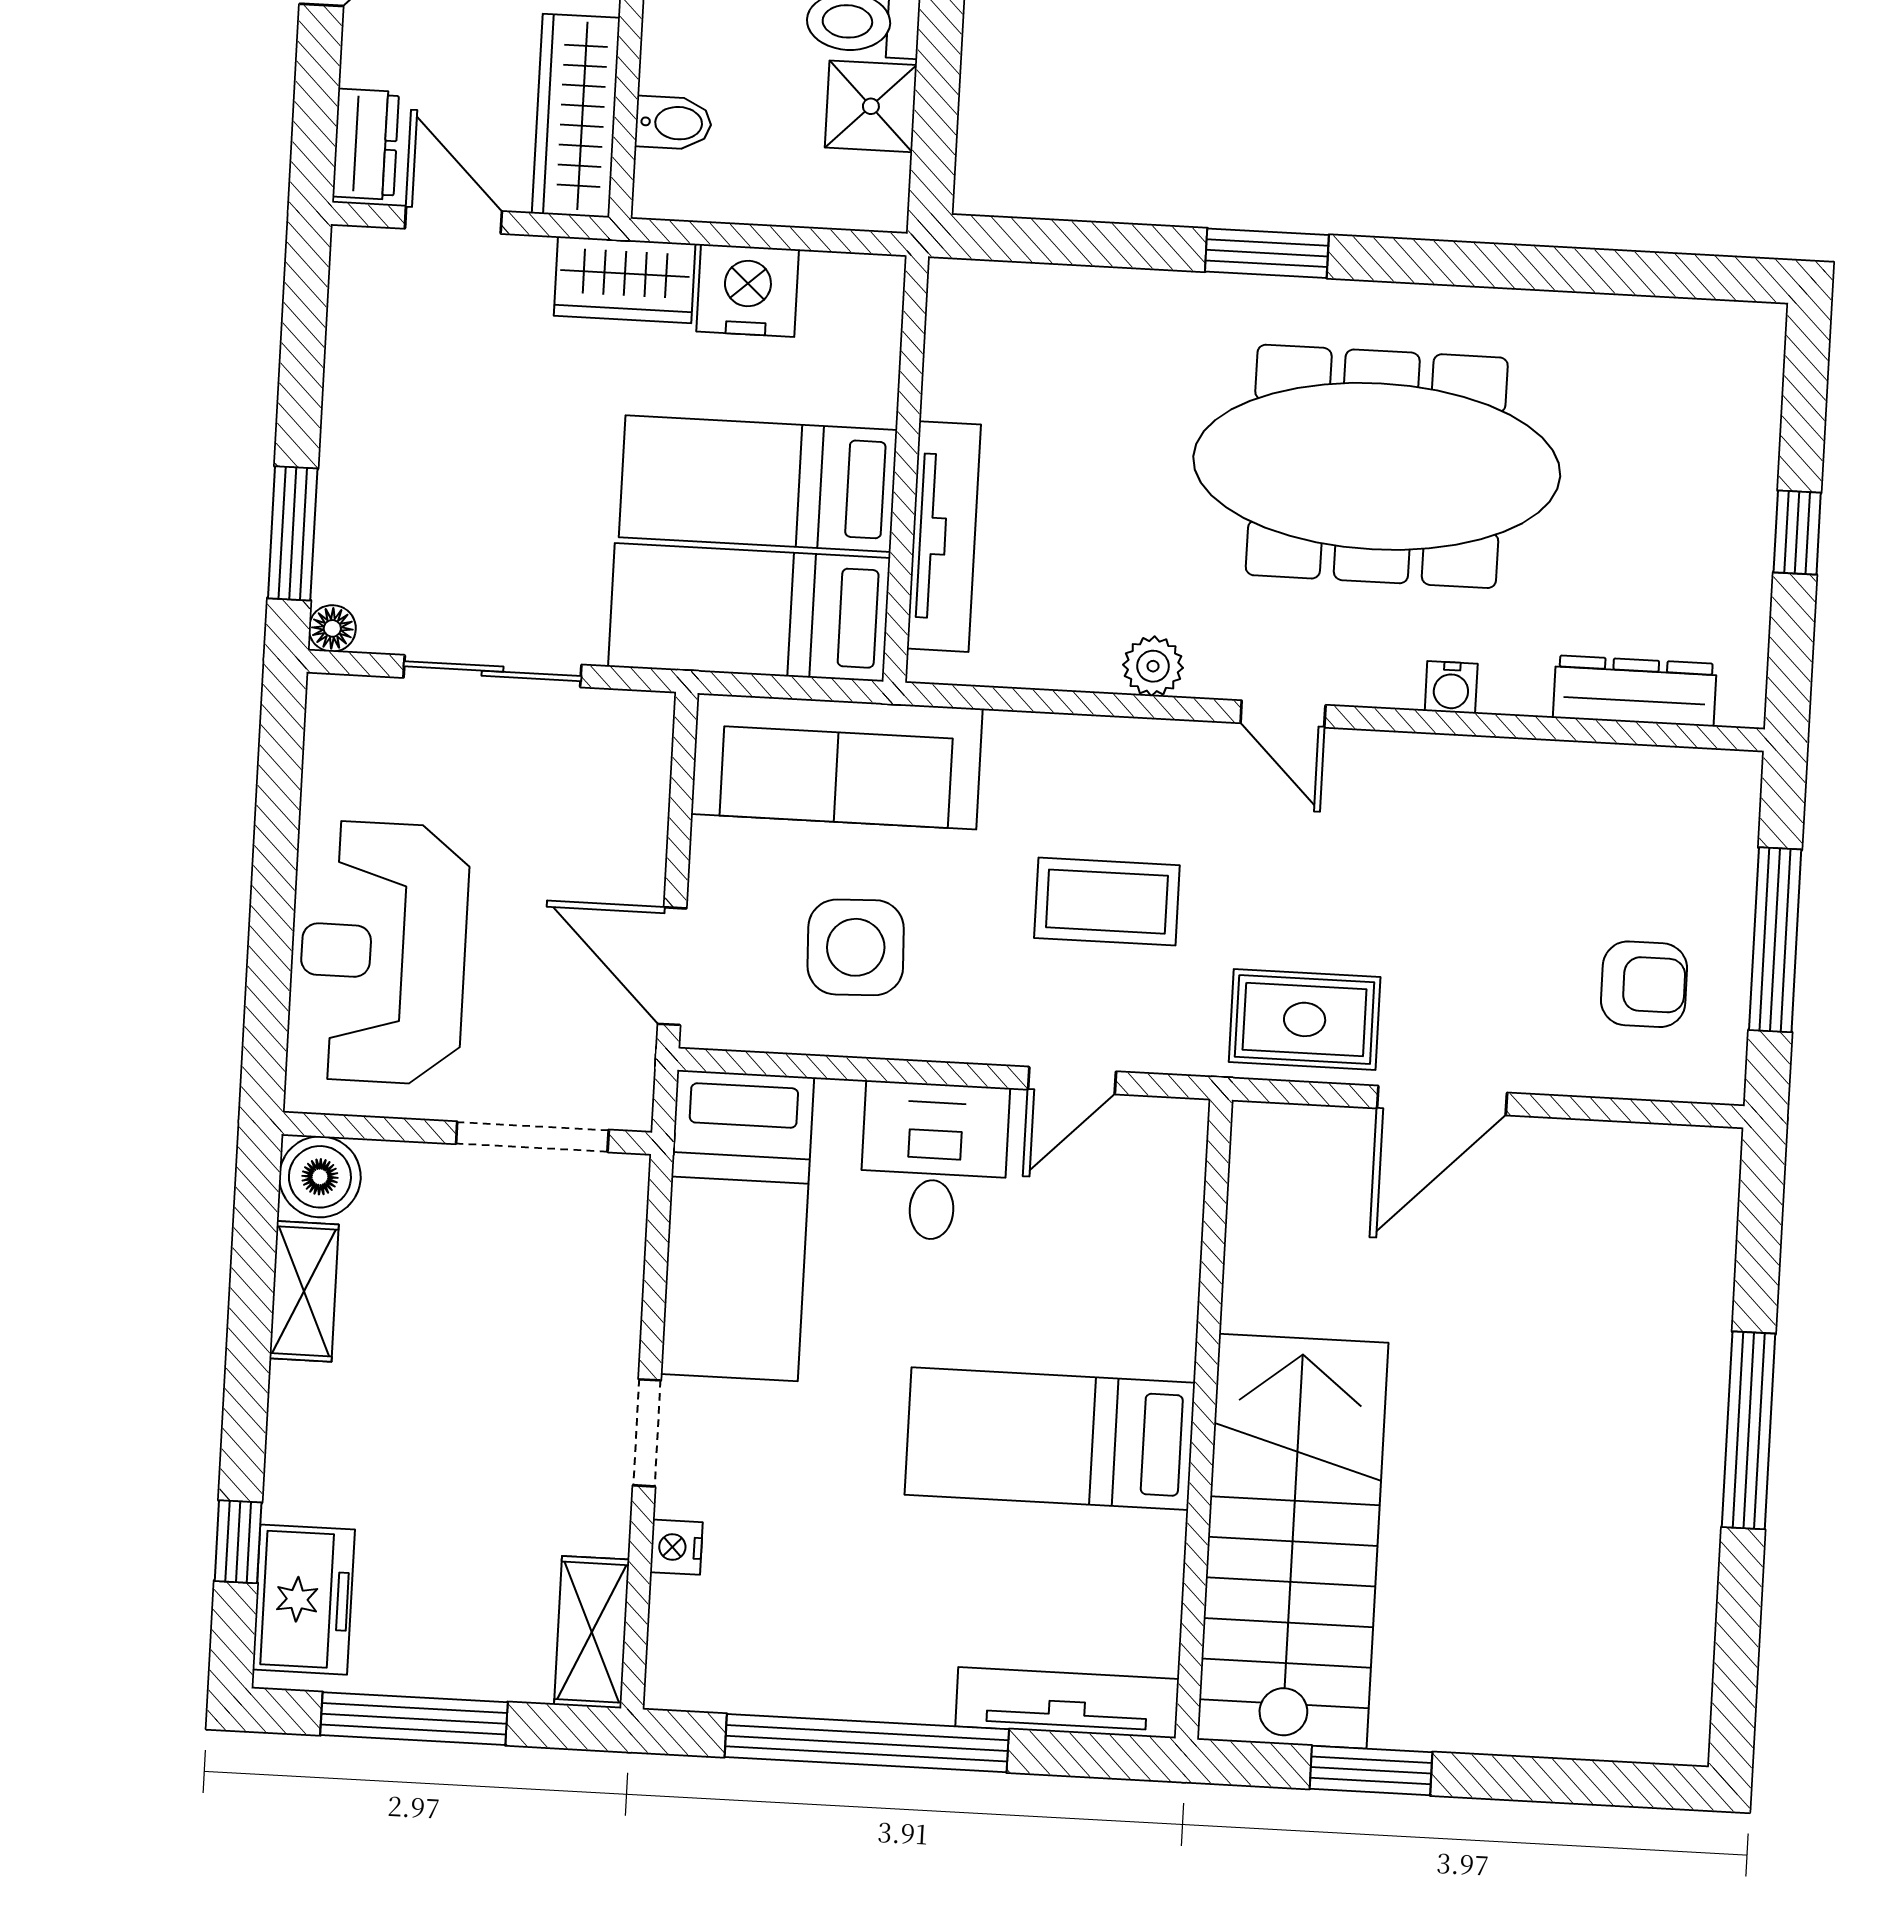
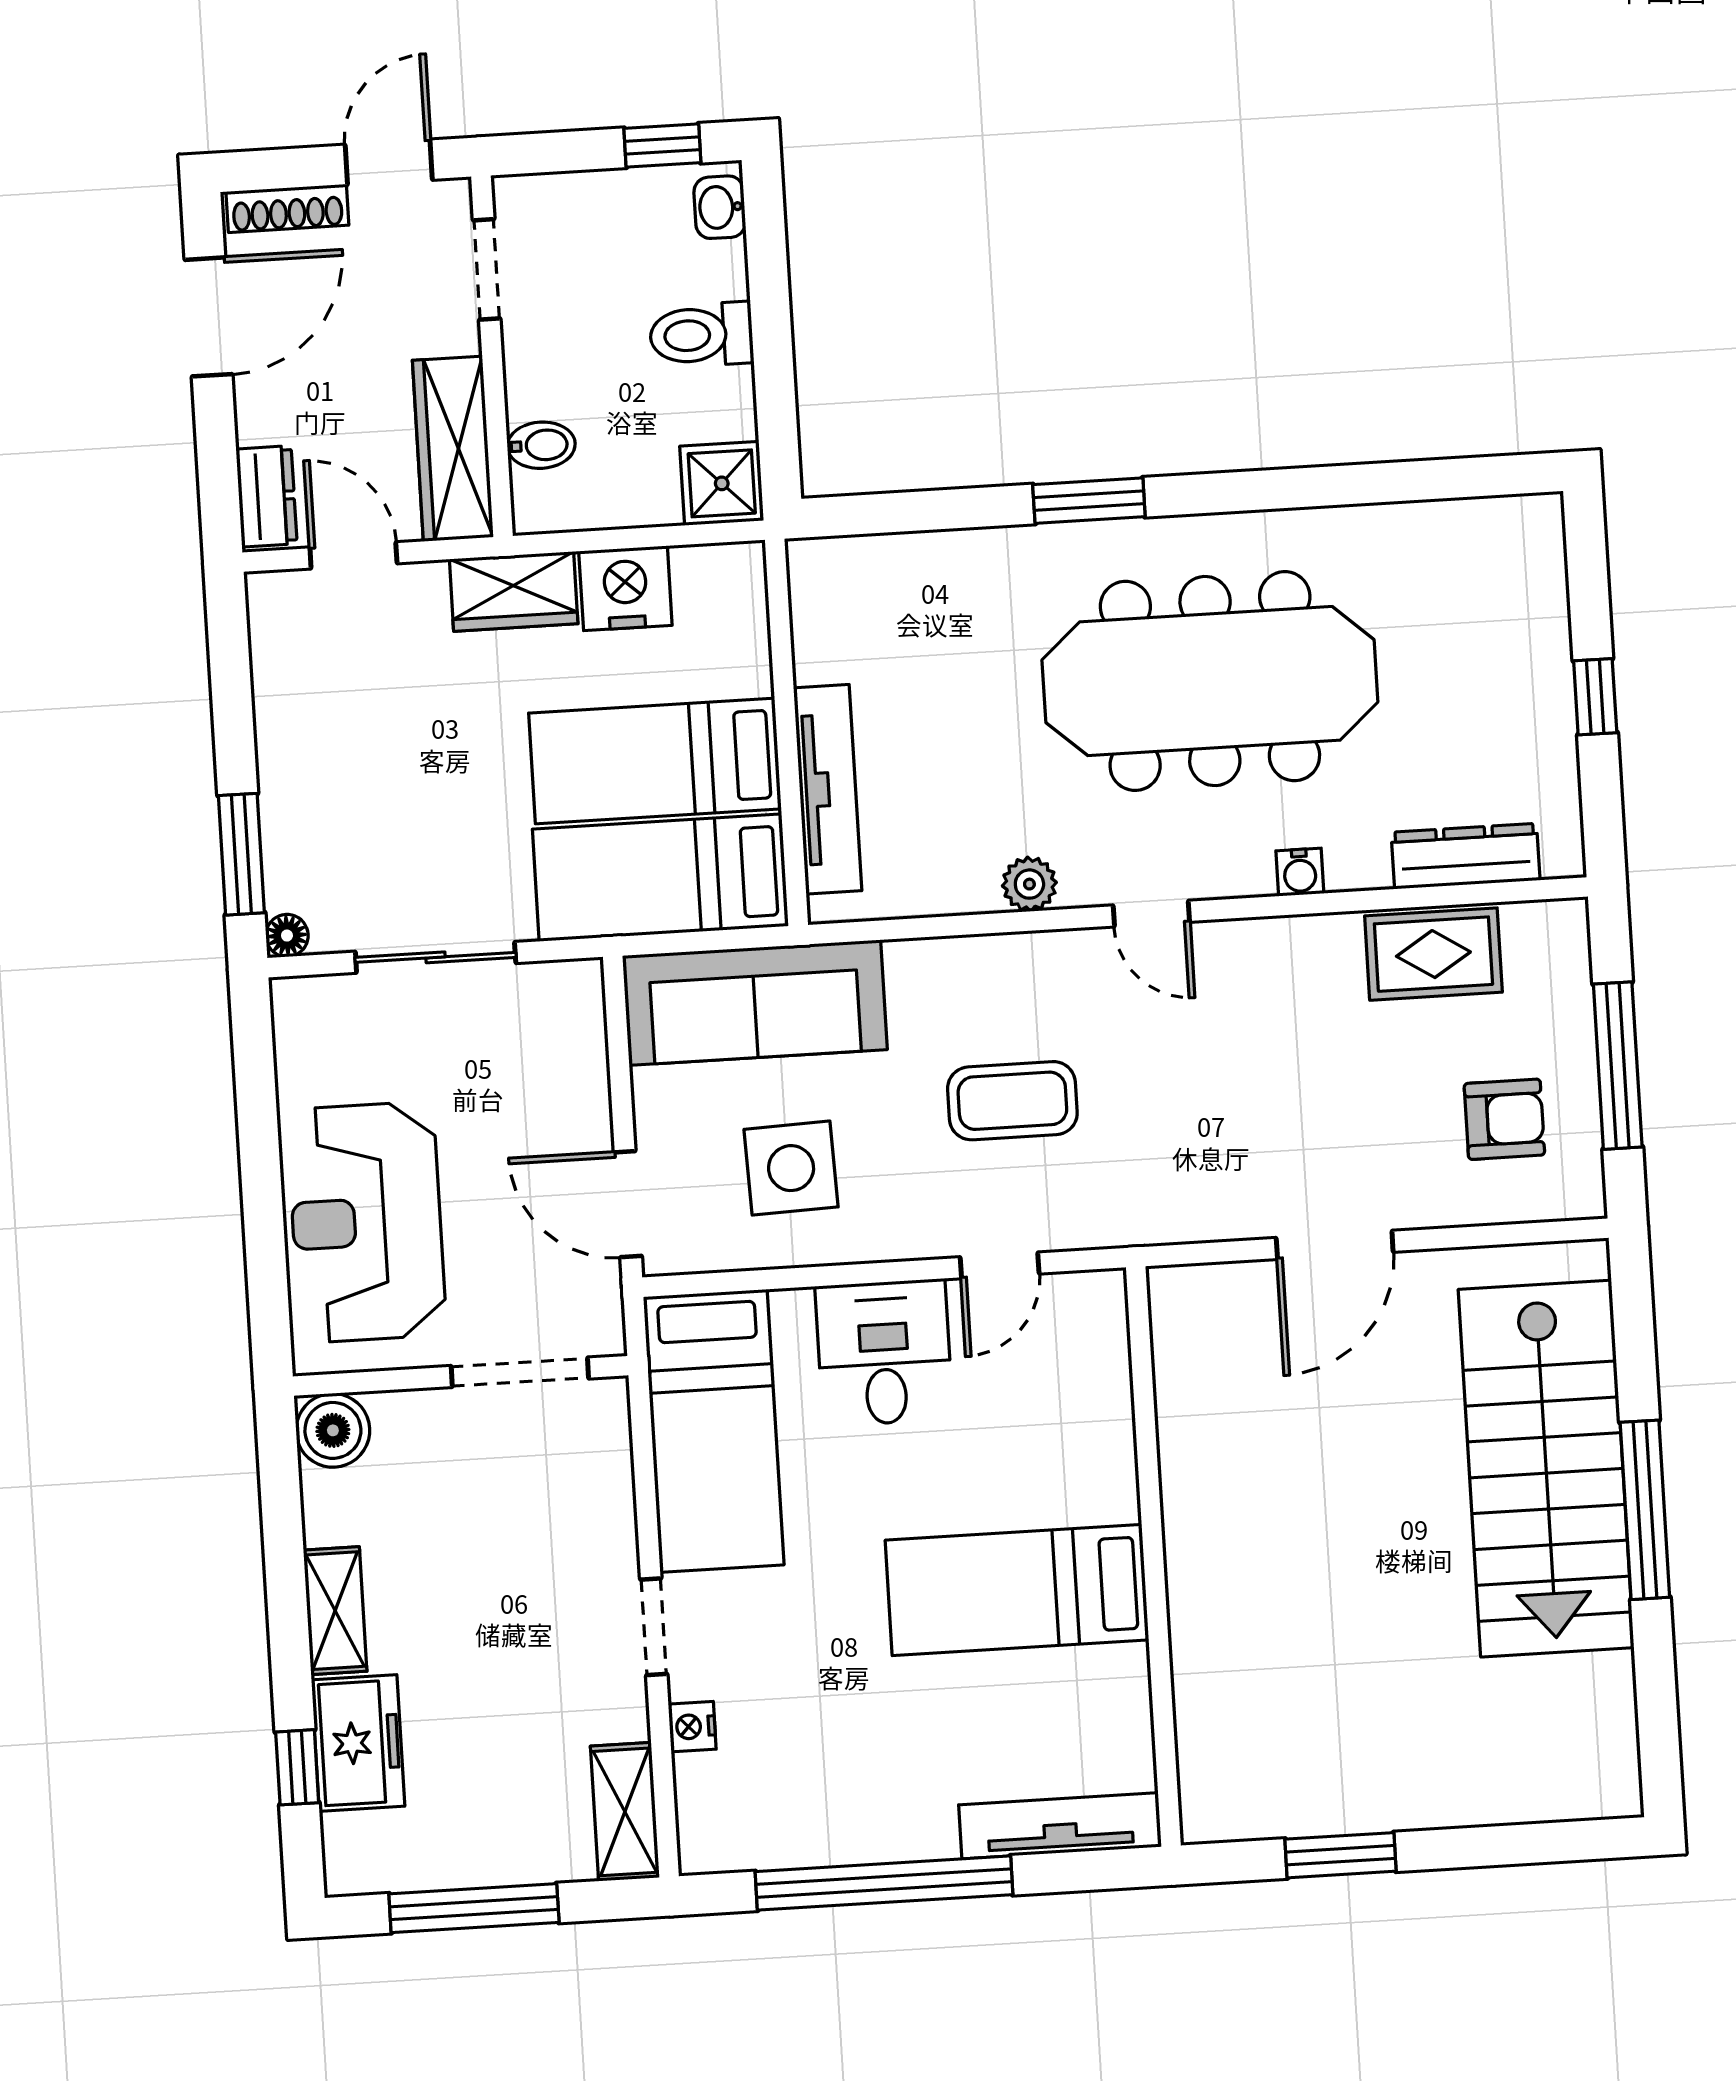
shower: (871, 106) -> (722, 483), moved
rug: (1305, 1019) -> (1433, 954), moved
shelving: (304, 1291) -> (335, 1611), moved
stairs: (1293, 1541) -> (1546, 1469), moved, turned 180
freezer: (304, 1600) -> (358, 1743), moved

